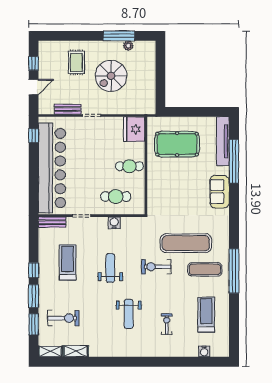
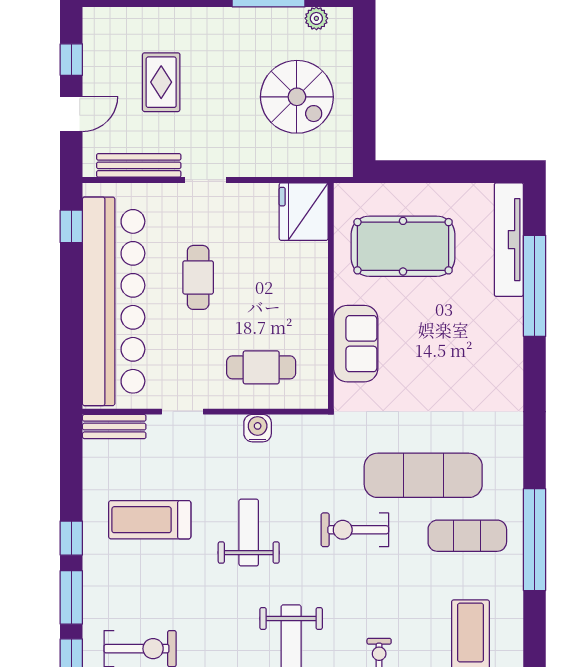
plant: (128, 46) -> (316, 18), moved
rug: (76, 62) -> (161, 82), moved
spiral stairs: (111, 76) -> (297, 97), moved, turned -90
bench: (68, 109) -> (139, 165), width x1.36
cafe table: (129, 166) -> (198, 277), moved, turned 90
sofa: (220, 192) -> (356, 344), moved, turned 180
treadmill: (68, 262) -> (150, 520), turned -90

